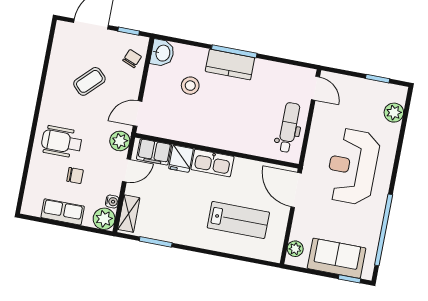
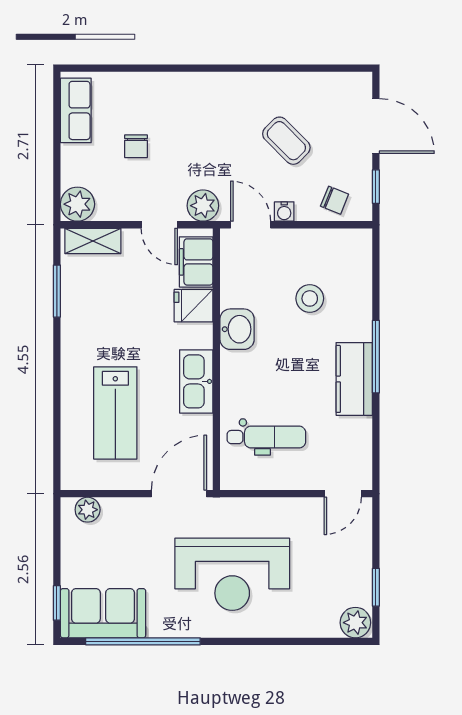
washbasin: (162, 53) -> (237, 329), moved, turned -90
kitchen counter: (230, 65) -> (354, 379), moved
plant: (394, 113) -> (355, 623), moved
dental chair: (289, 127) -> (266, 437), moved
wheelchair: (62, 142) -> (184, 115), removed
kitchen sink: (212, 163) -> (196, 381), moved
reception desk: (352, 167) -> (232, 574), turned 180
water cooler: (112, 202) -> (284, 212), moved
row of seats: (63, 212) -> (76, 110), moved
sofa: (337, 258) -> (103, 613), moved, turned -90

